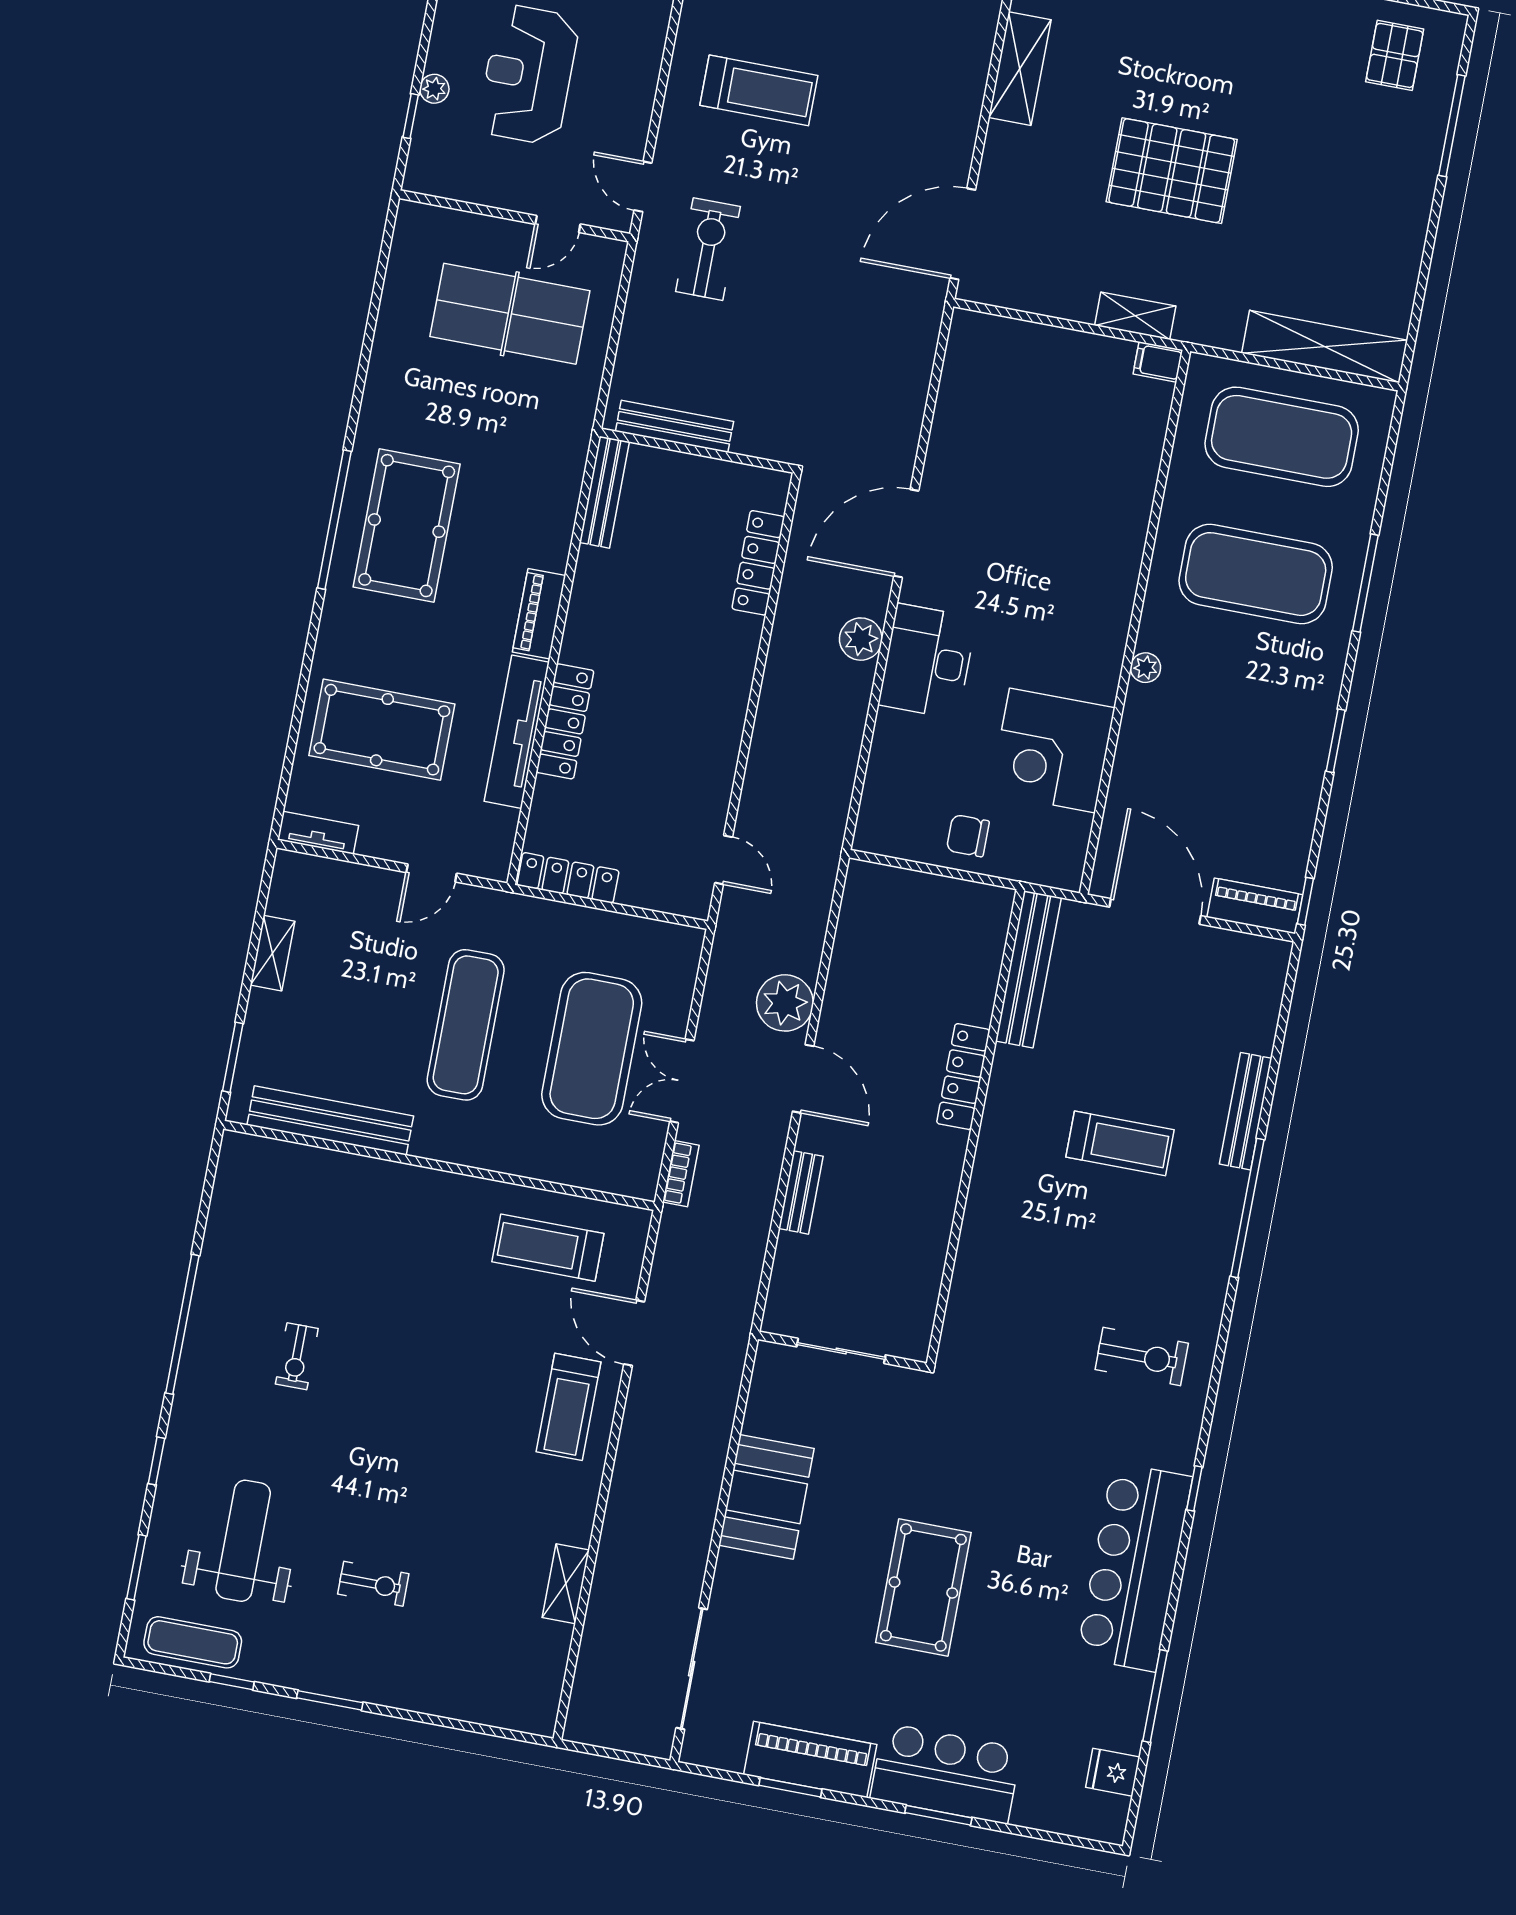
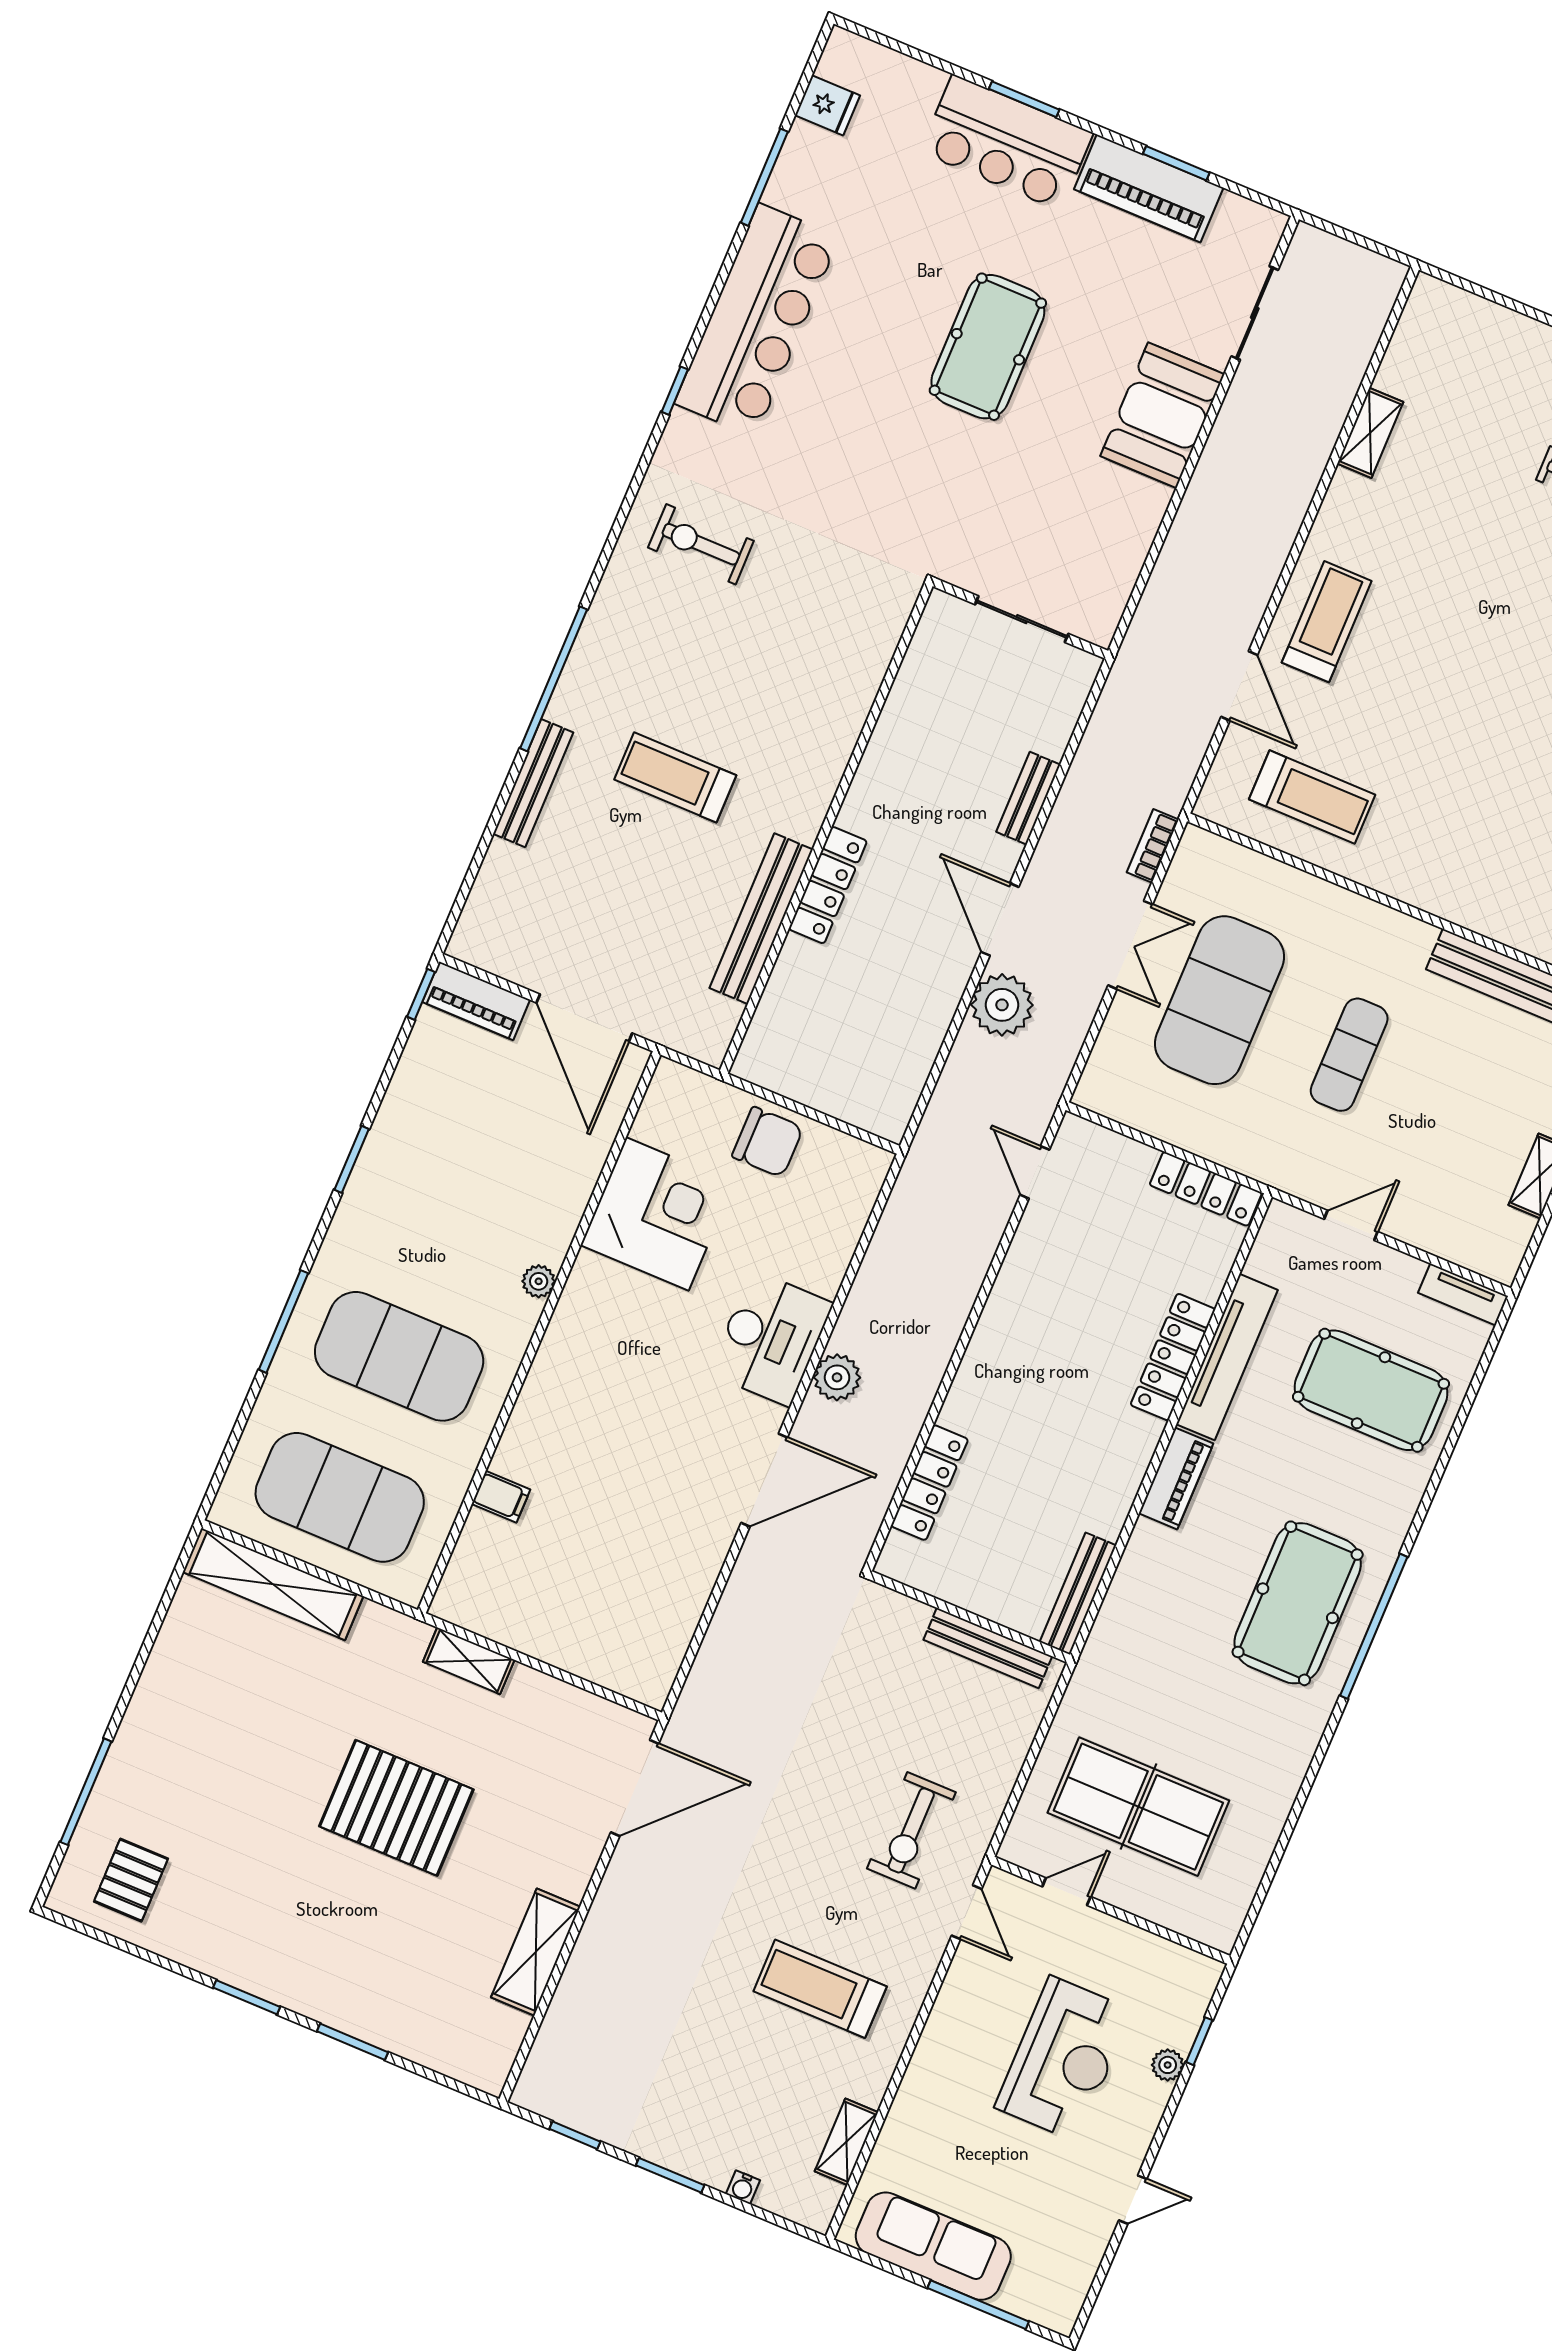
filing cabinet: (1158, 362) -> (501, 1497), moved
chair: (968, 836) -> (768, 1142), width x1.37, depth x1.37
bench: (1028, 969) -> (761, 919), moved
exercise mat: (466, 1025) -> (1349, 1055), width x0.73, depth x0.69
booth: (766, 1497) -> (1162, 415), moved
sliding door: (692, 1669) -> (1255, 313), width x0.73

